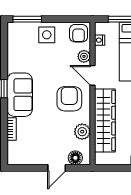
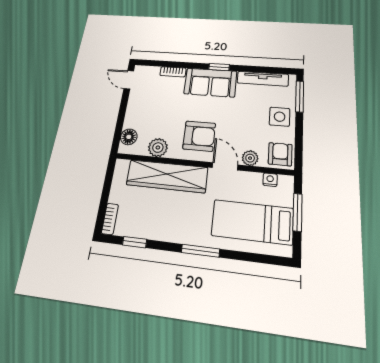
armchair: (79, 33) -> (280, 154), turned 90
tv unit: (13, 50) -> (263, 79), added
door: (93, 75) -> (225, 166), hinge flipped
door: (57, 168) -> (129, 80), moved

